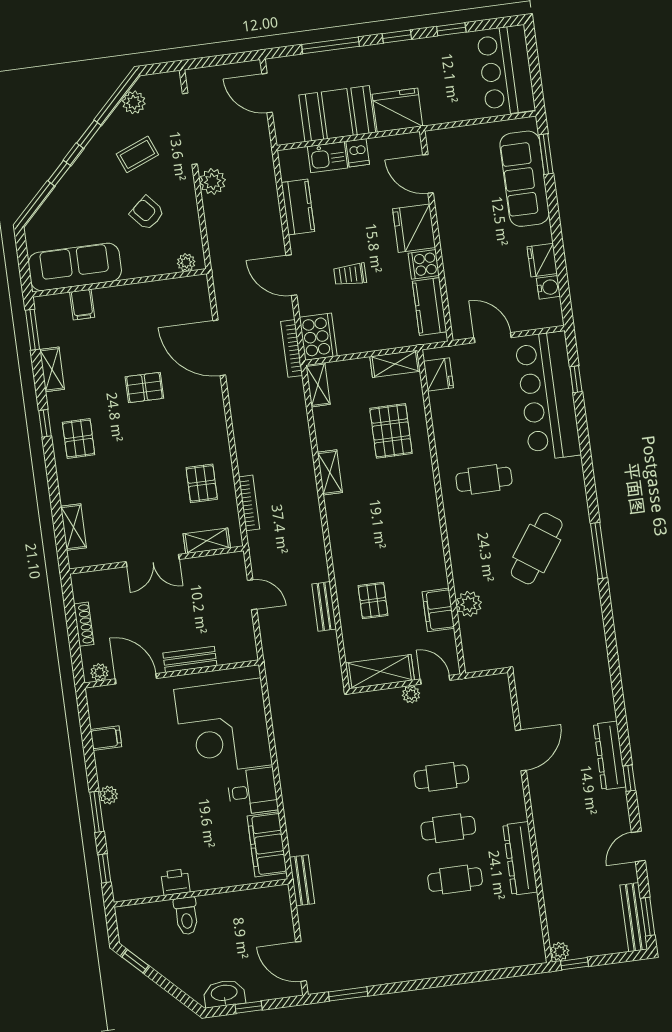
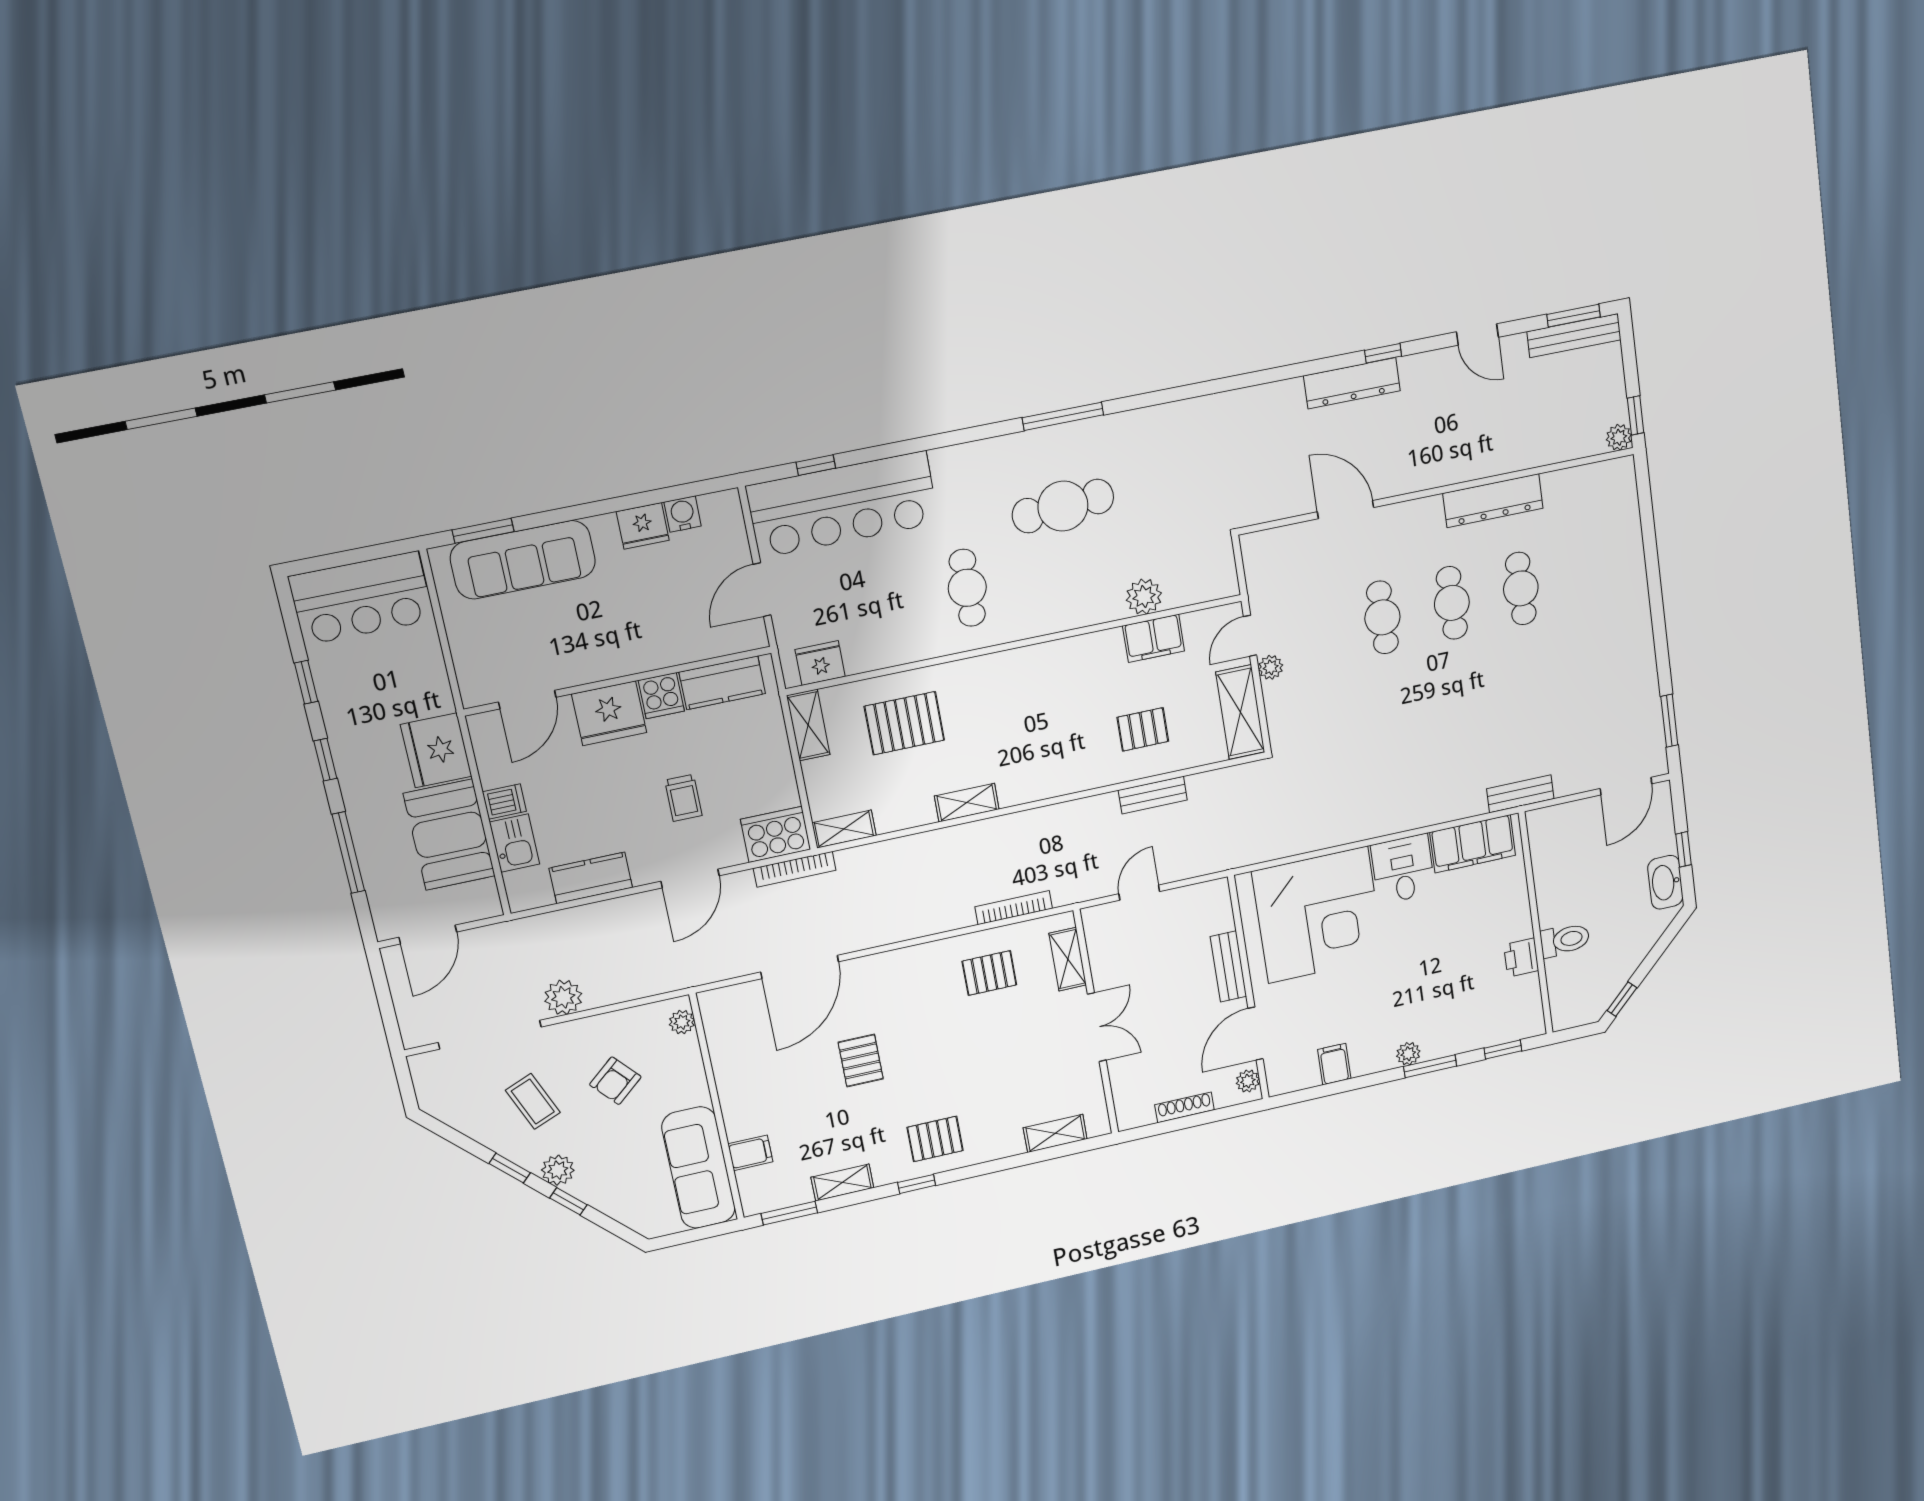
plant: (134, 102) -> (558, 1170), moved
cafe table: (537, 548) -> (1063, 506), turned -39

